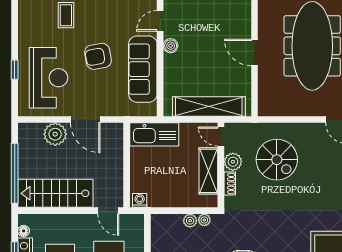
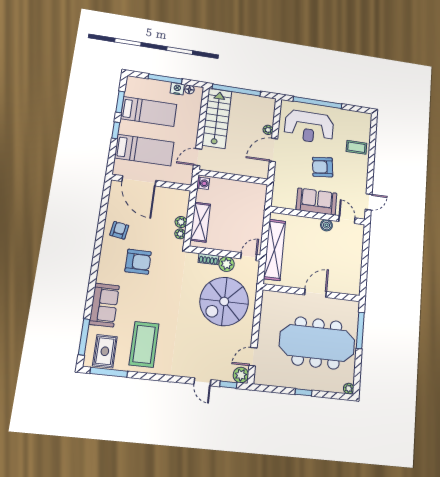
armchair: (98, 56) -> (323, 167), turned -86
sofa: (143, 69) -> (317, 202), width x0.73
window: (15, 70) -> (318, 103), width x3.17
plant: (55, 134) -> (268, 130), width x0.53, depth x0.53
kitchen sink: (154, 134) -> (256, 202), removed
spiral stairs: (277, 160) -> (224, 301), width x1.37, depth x1.37
shelving: (208, 171) -> (200, 222), moved, turned 90

